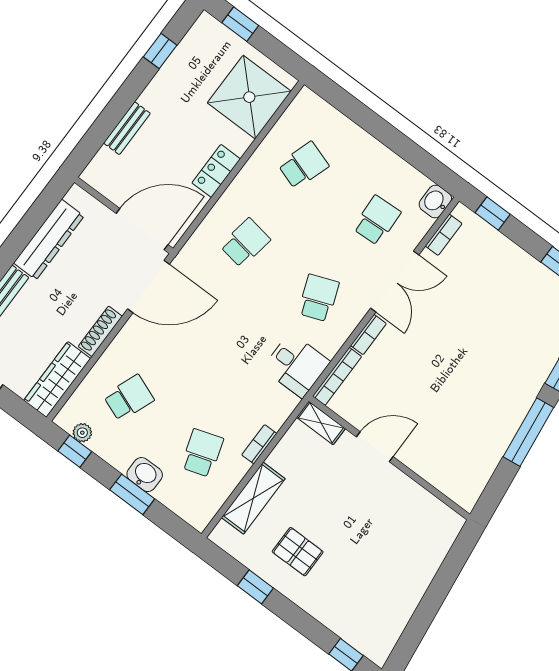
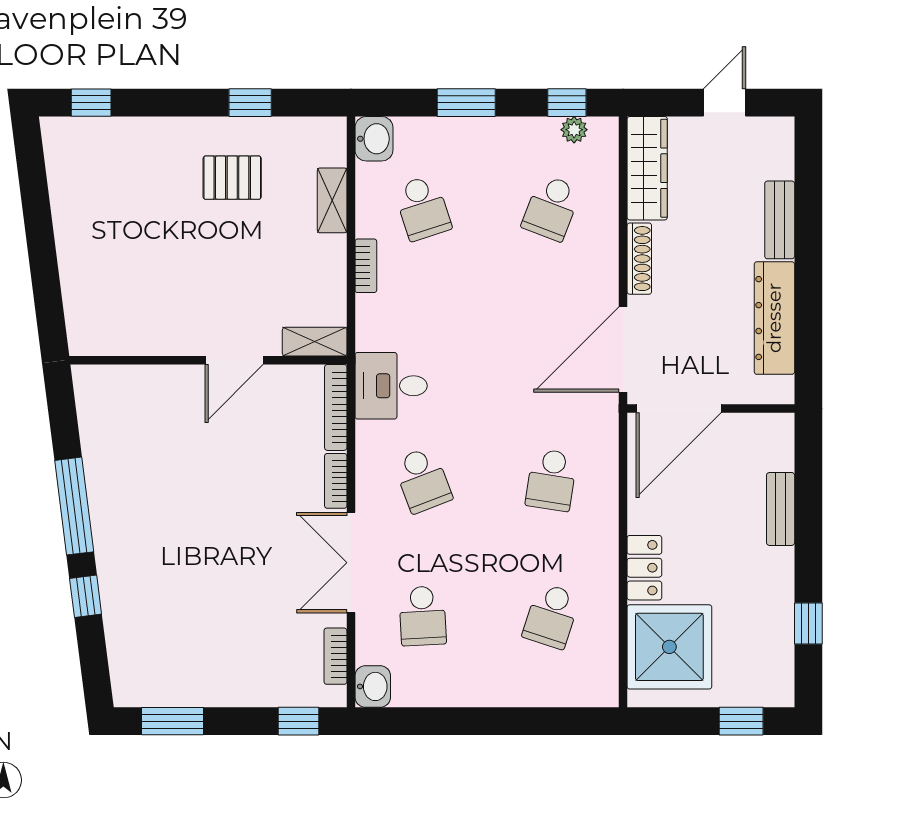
locker: (216, 171) -> (644, 568), moved
washbasin: (145, 475) -> (374, 139), moved, turned -90
shelving: (253, 498) -> (332, 200), width x0.67, depth x0.75

